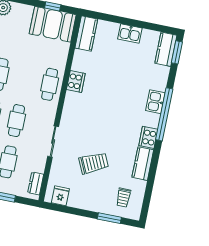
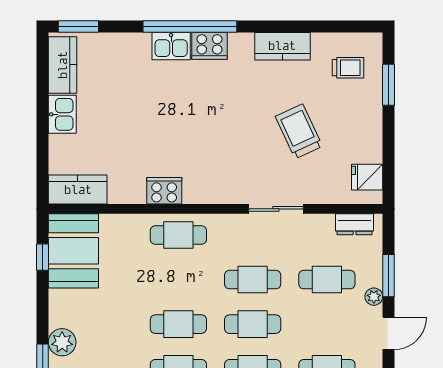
kitchen counter: (166, 49) -> (63, 65), moved, turned -90
cooker: (148, 137) -> (209, 46), moved

